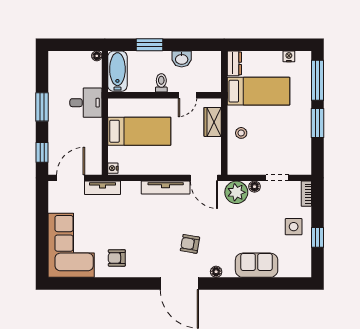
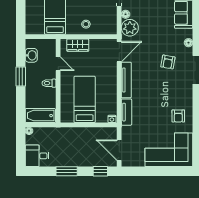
window: (149, 45) -> (21, 77), moved
washbasin: (182, 59) -> (31, 55), moved
dresser: (234, 63) -> (35, 29), removed
desk: (86, 103) -> (37, 156), moved, turned -90
tv unit: (103, 188) -> (126, 112), moved

